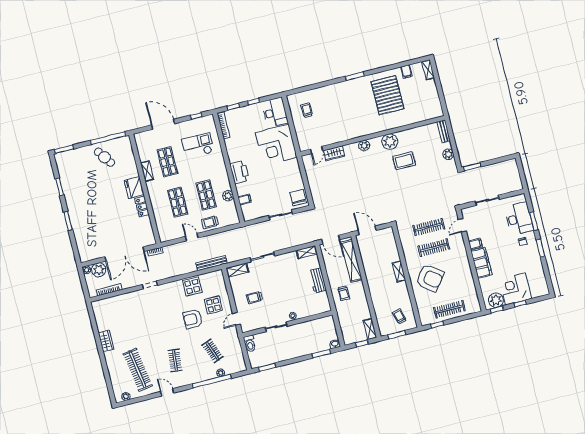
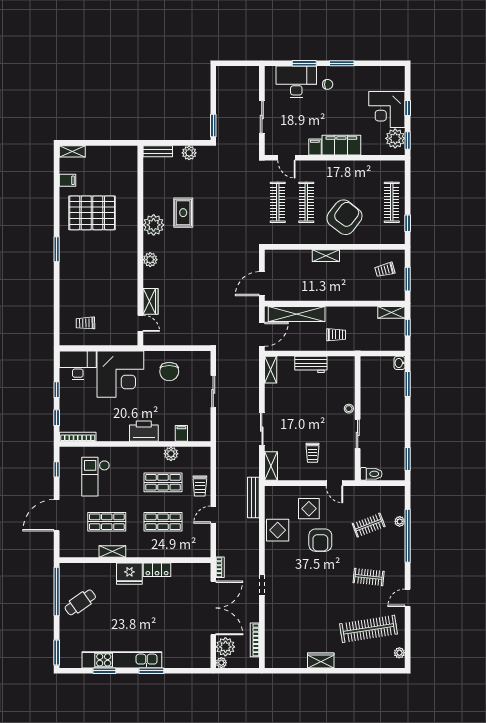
kitchen unit: (71, 198) -> (122, 660), added
chair: (298, 198) -> (169, 372), moved, turned -90

